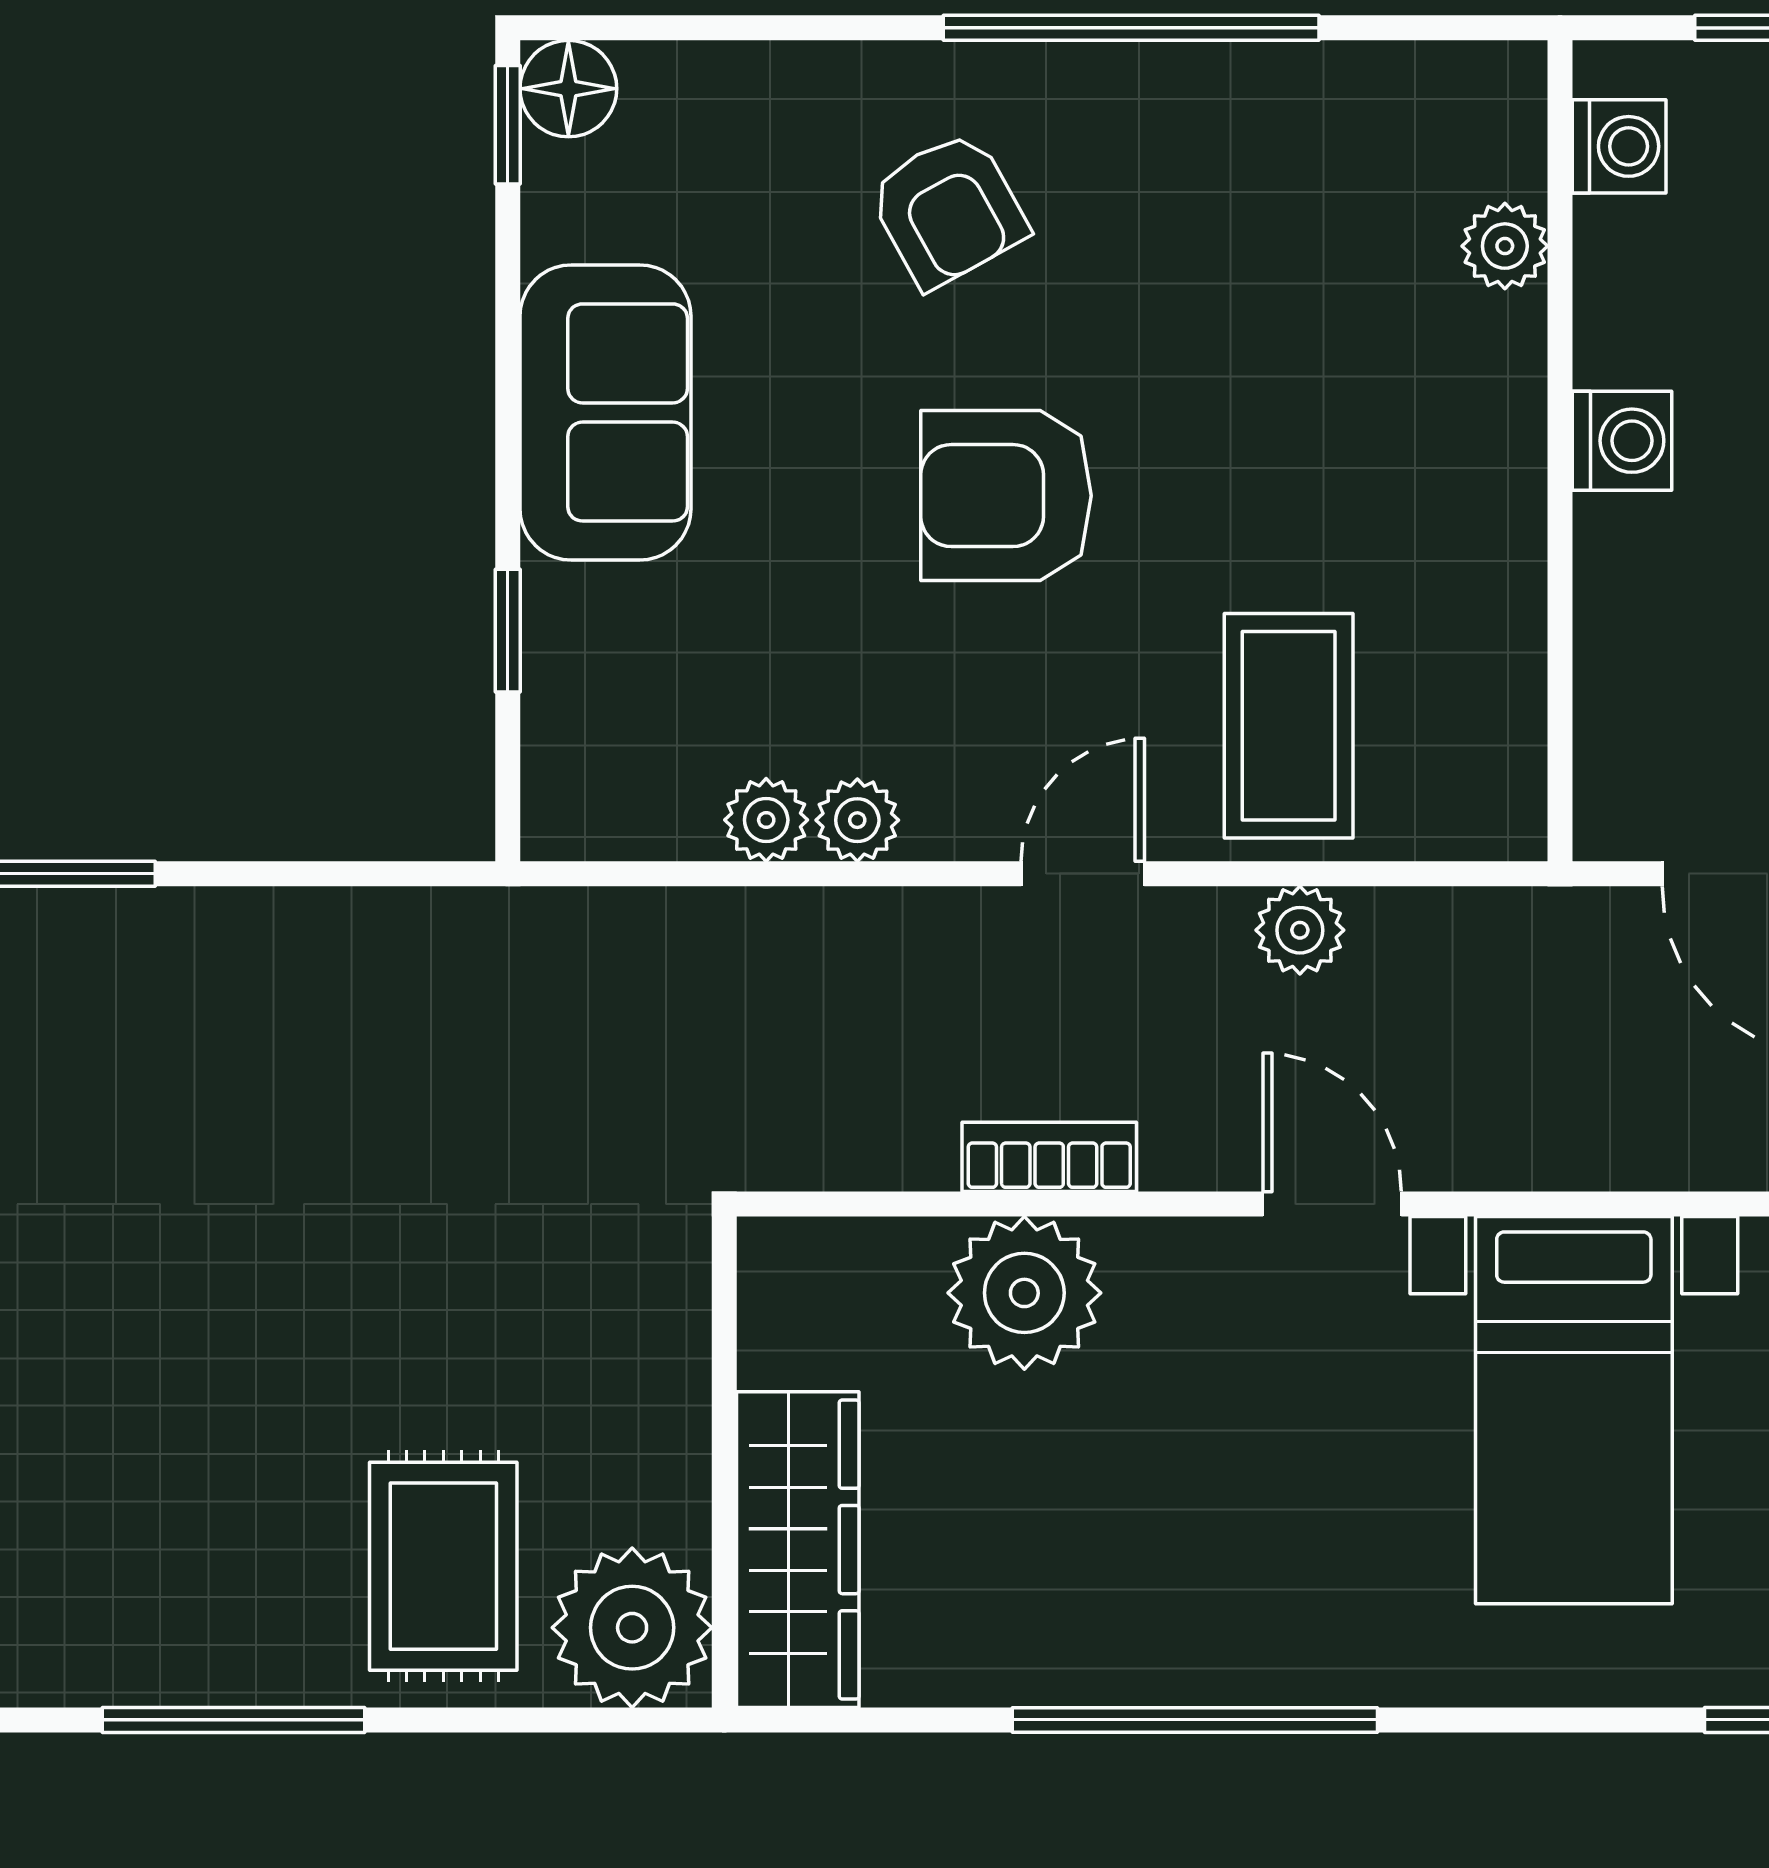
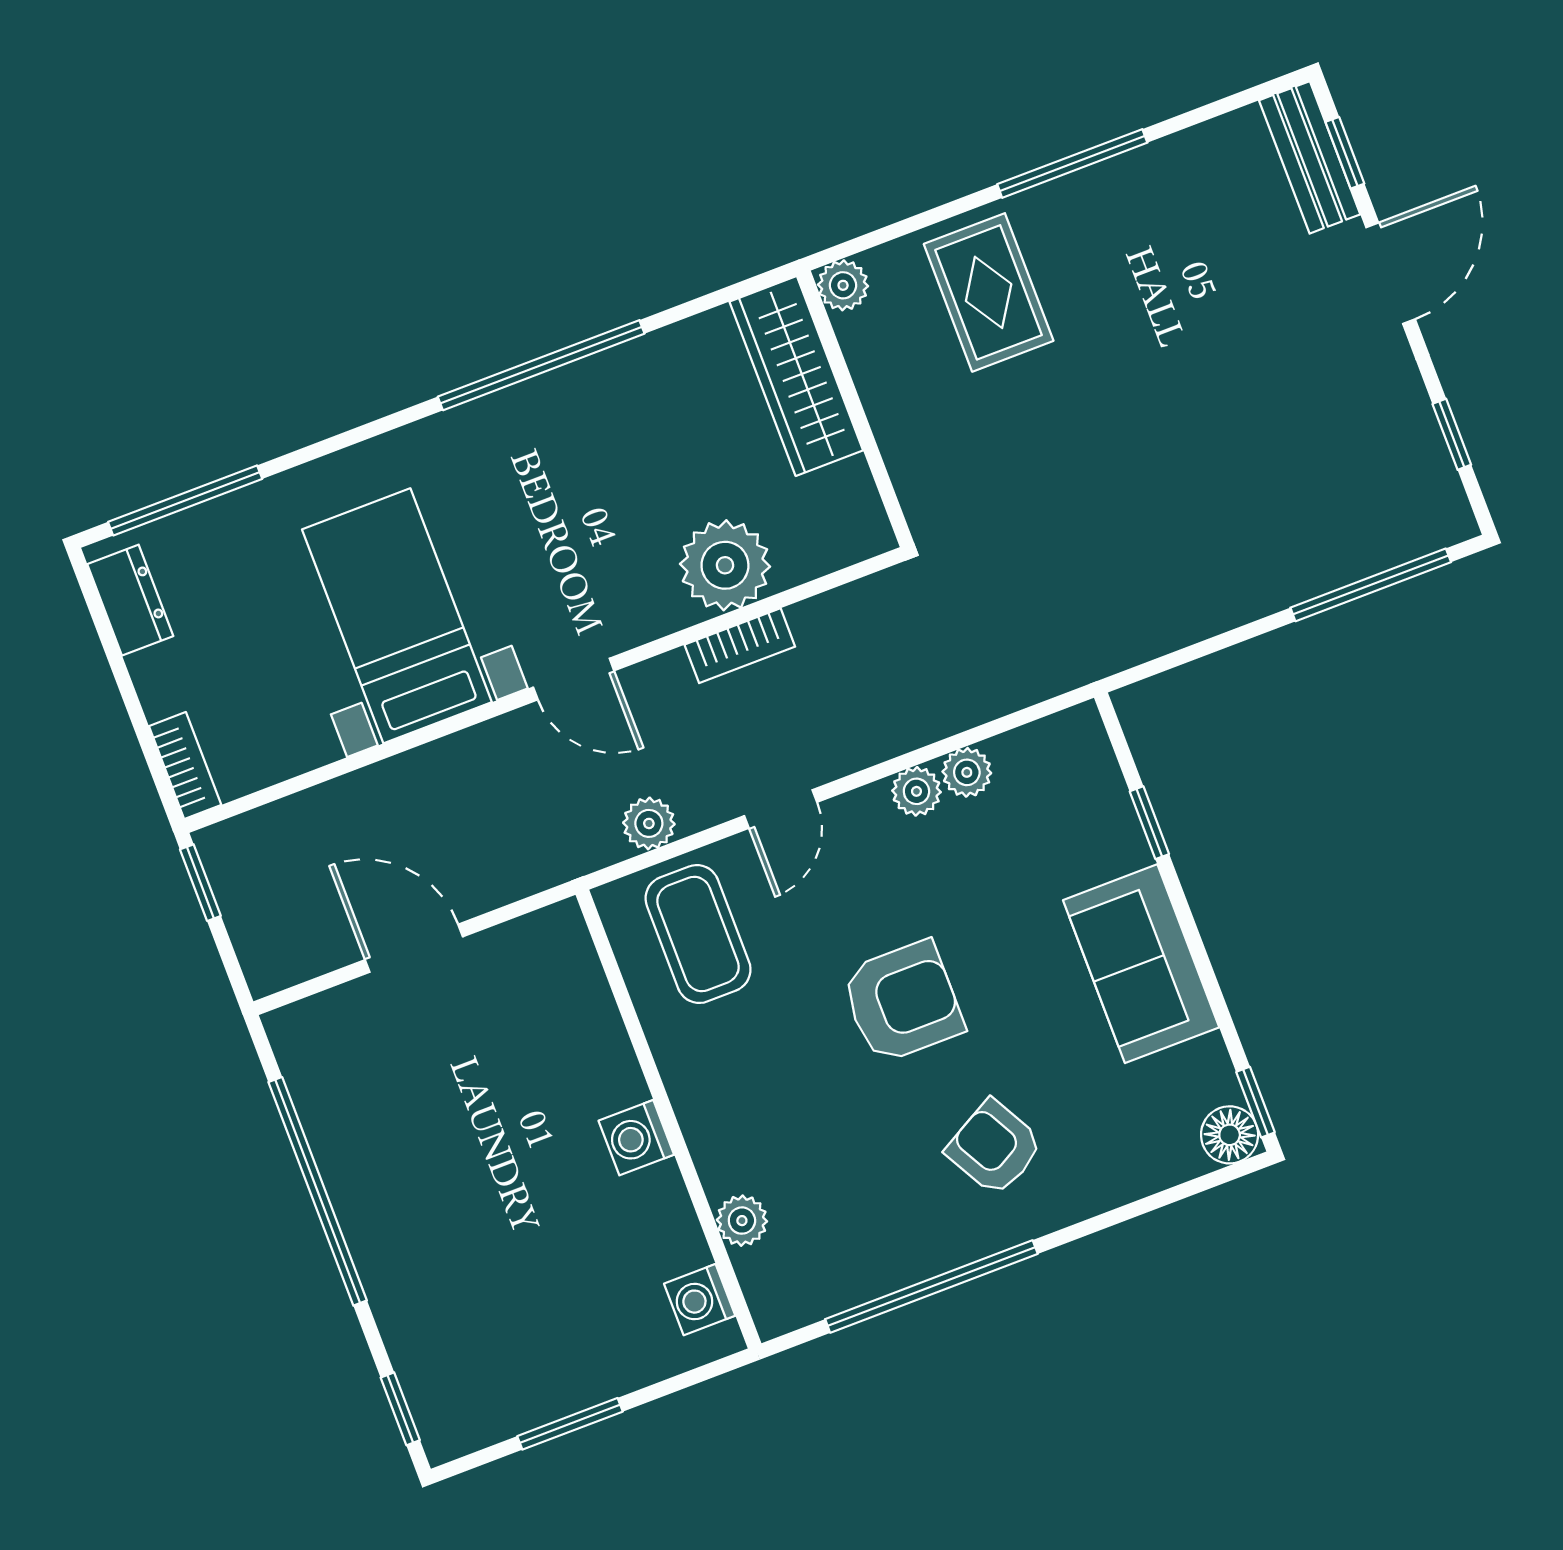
washing machine: (1619, 146) -> (700, 1300), moved
plant: (1505, 246) -> (742, 1221), moved
washing machine: (1622, 441) -> (636, 1138), moved
wall: (1560, 451) -> (668, 1119), moved
plant: (632, 1628) -> (843, 285), width x0.53, depth x0.53

